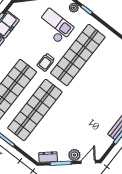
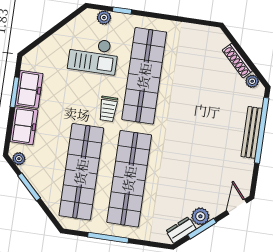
checkout: (55, 26) -> (93, 55), turned 180
plant: (74, 155) -> (200, 216), moved

